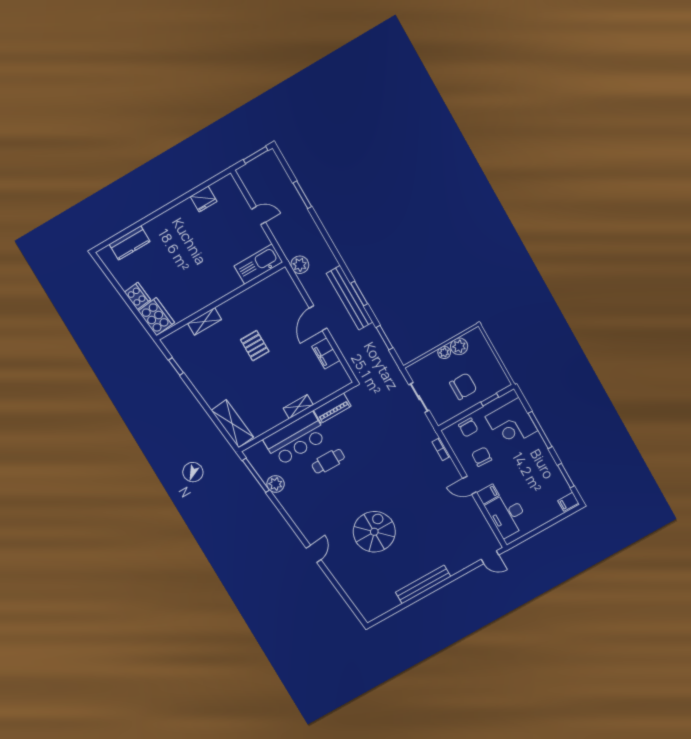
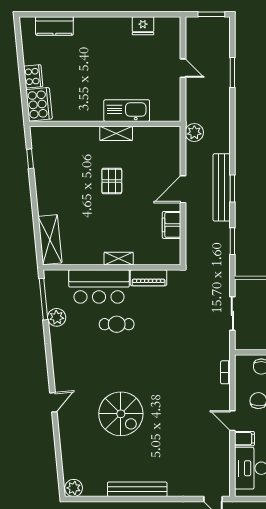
kitchen sink: (258, 264) -> (127, 111), moved
shelving: (204, 321) -> (116, 133), moved
spiral stairs: (374, 532) -> (121, 414), turned 90
plant: (371, 613) -> (74, 488), added

